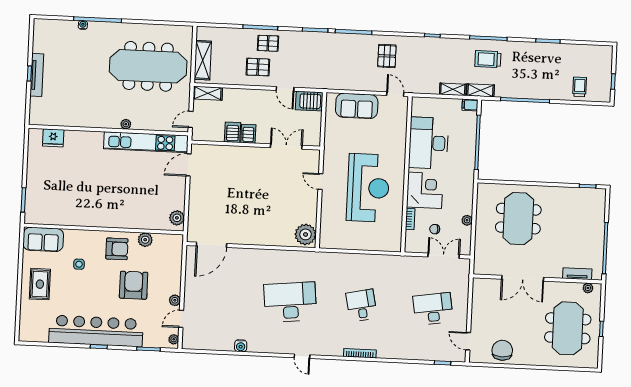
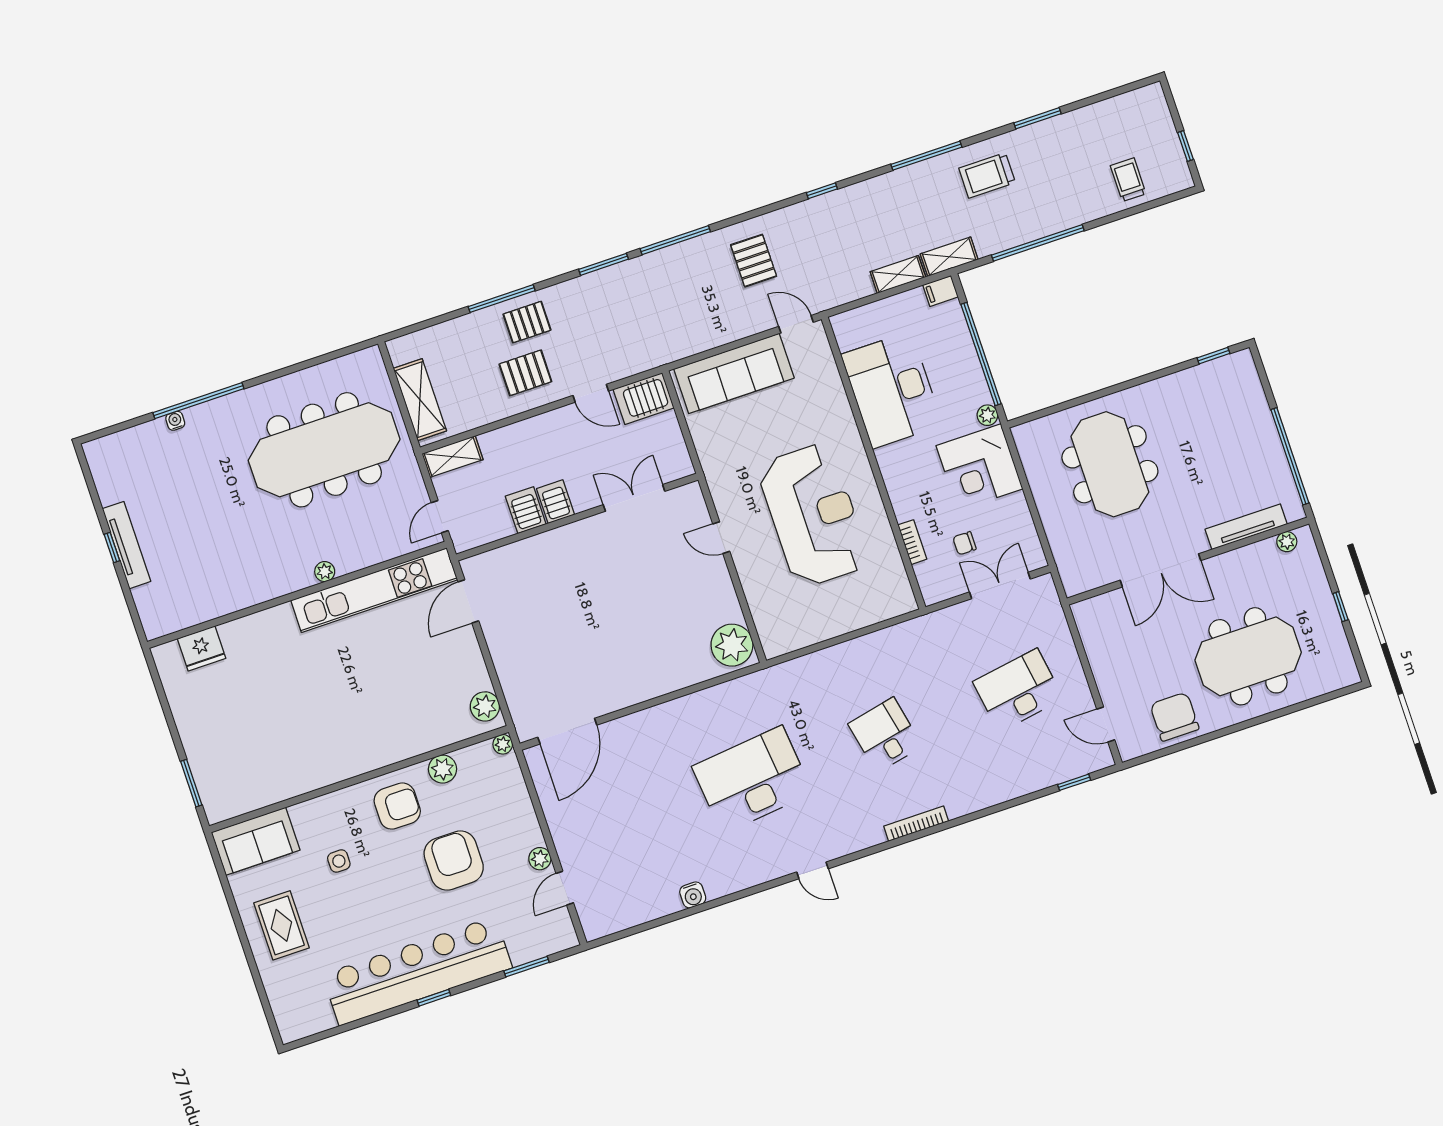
trolley: (488, 59) -> (987, 175), moved
sofa: (357, 106) -> (734, 373), width x1.36
corner desk: (425, 190) -> (979, 467), moved, turned 180
plant: (467, 220) -> (987, 415), moved
tv unit: (577, 274) -> (1246, 527), width x1.41
meeting table: (568, 328) -> (1248, 656), moved, turned 90
plant: (174, 339) -> (503, 744), moved

